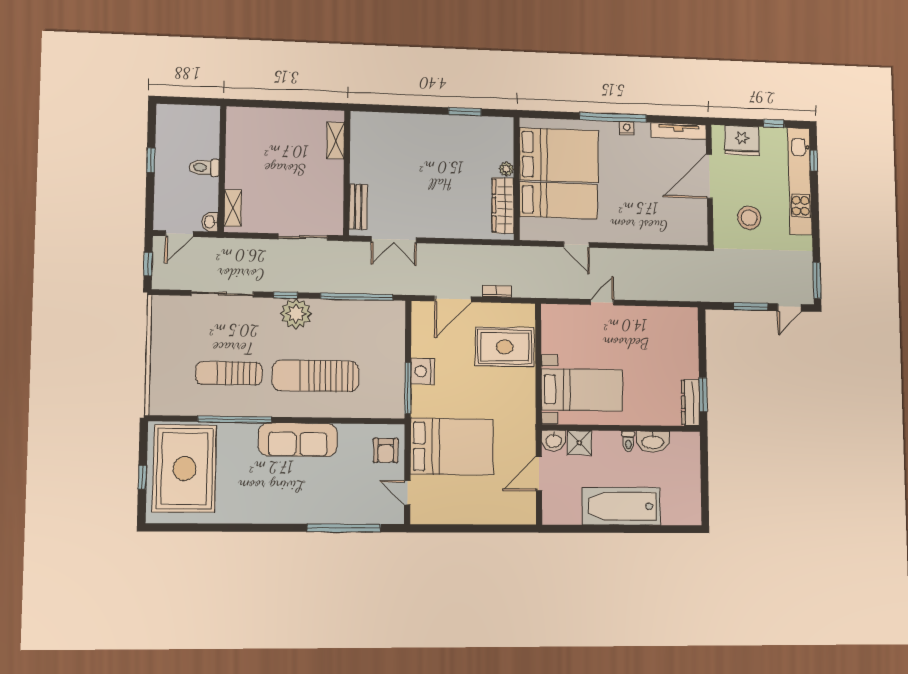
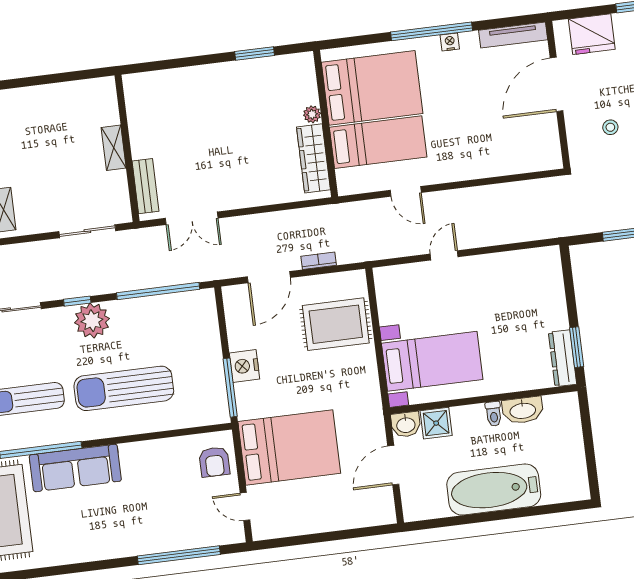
shelving: (336, 141) -> (114, 148), moved
stool: (749, 218) -> (610, 127), width x0.53, depth x0.53
sofa: (298, 440) -> (75, 468), moved

